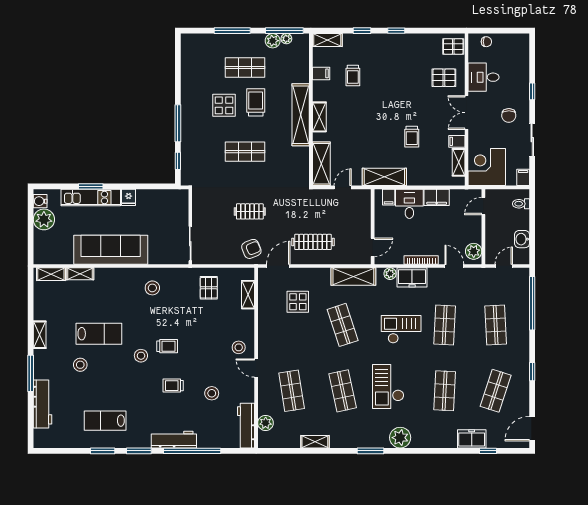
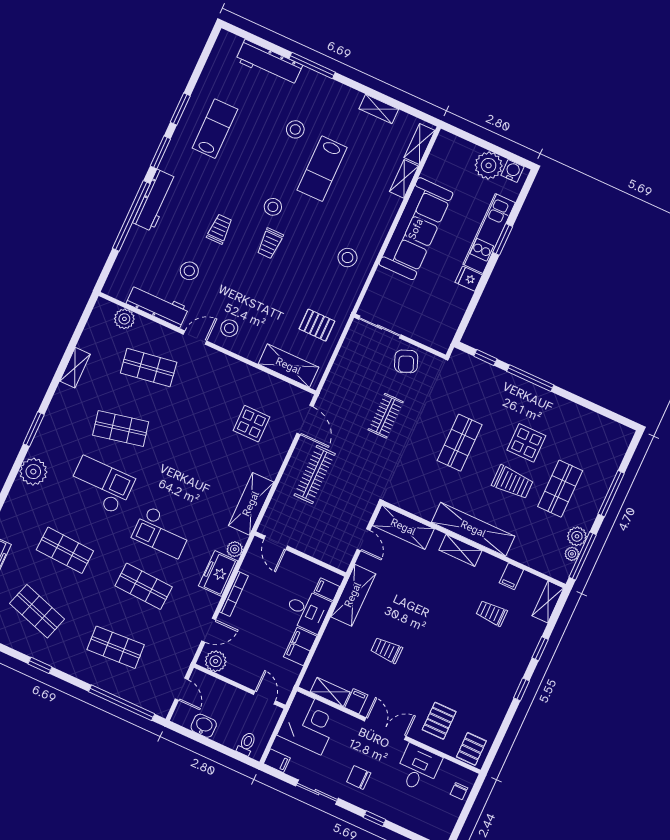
armchair: (251, 249) -> (406, 361), moved
shelving: (248, 295) -> (288, 366), width x1.50, depth x1.33
shop shelf: (343, 325) -> (199, 465), removed
checkout: (401, 329) -> (162, 532), turned 90
shelving: (40, 335) -> (379, 109), moved
workbench: (246, 426) -> (157, 306), moved

